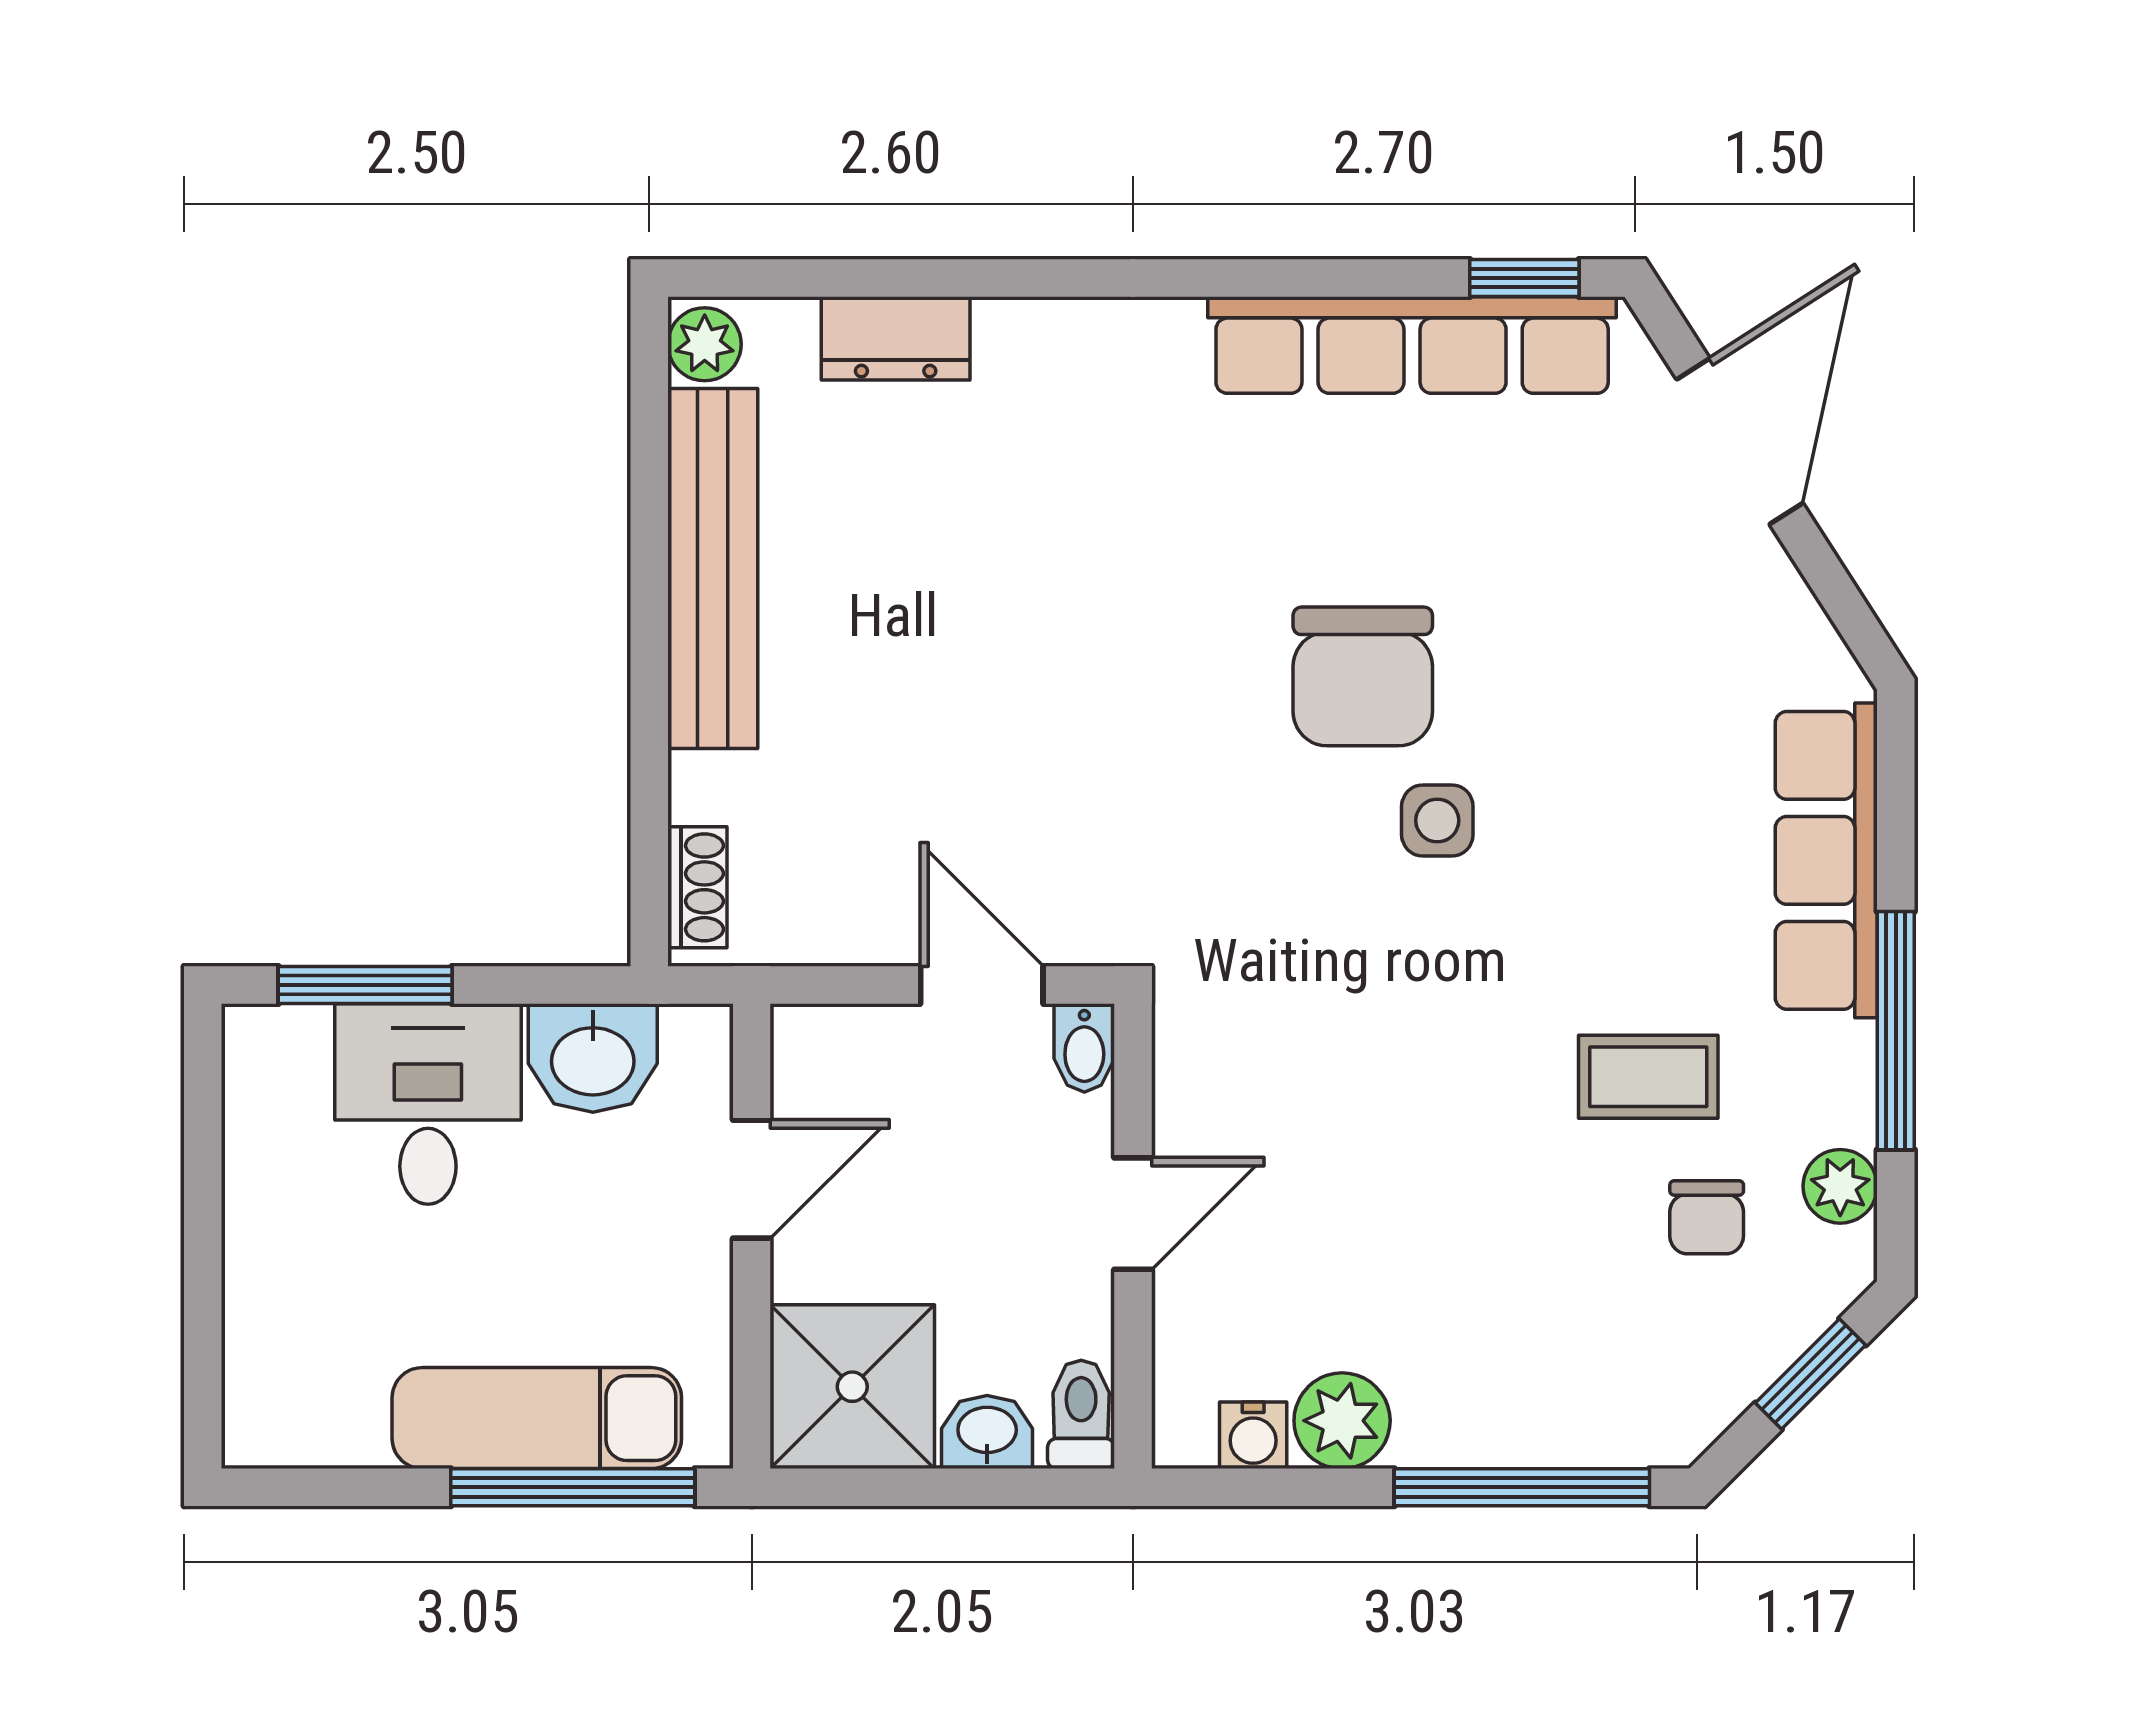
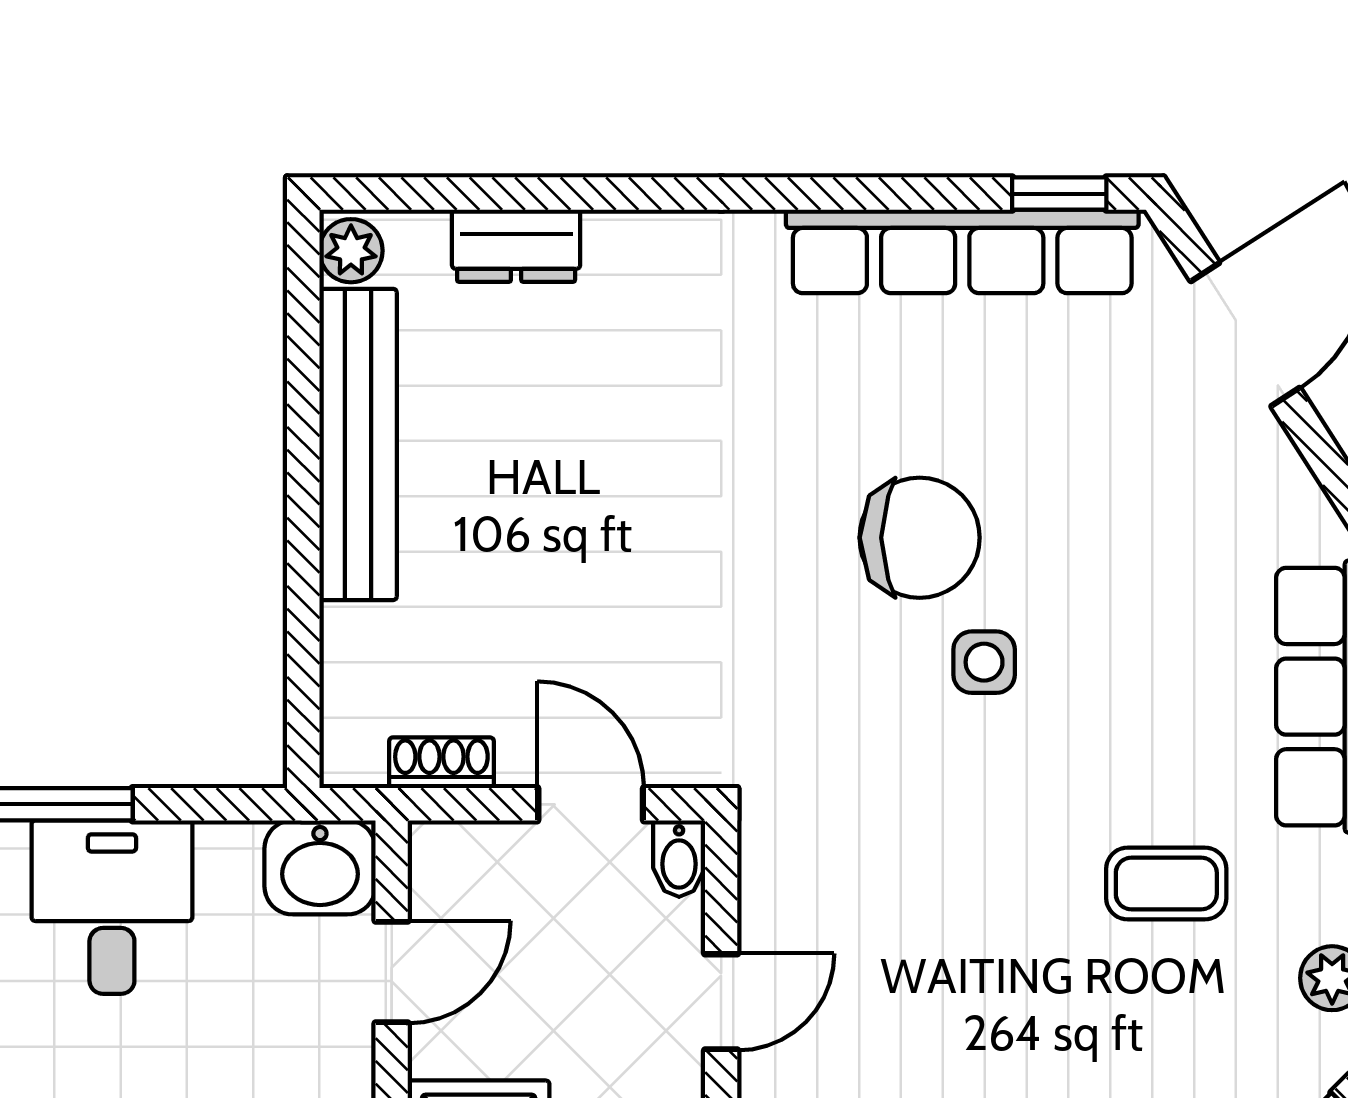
chair: (1363, 676) -> (920, 538), turned -90
shoe rack: (697, 887) -> (441, 763), moved, turned -90
washbasin: (593, 1058) -> (320, 867), moved
chair: (1707, 1217) -> (1217, 1005), removed

